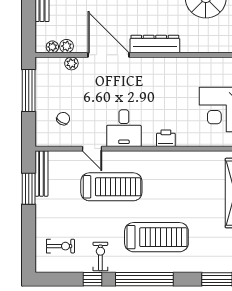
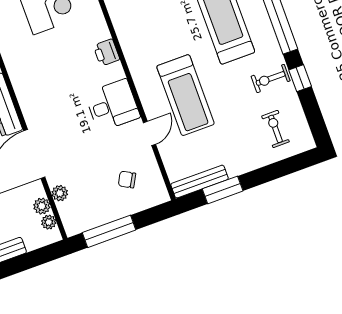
treadmill: (111, 187) -> (186, 95), turned 180

